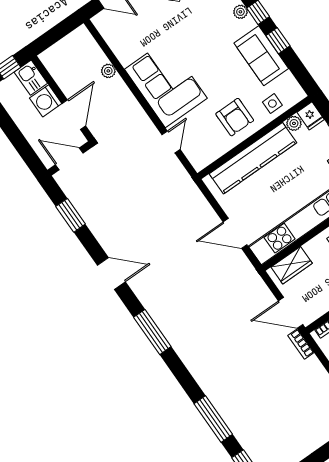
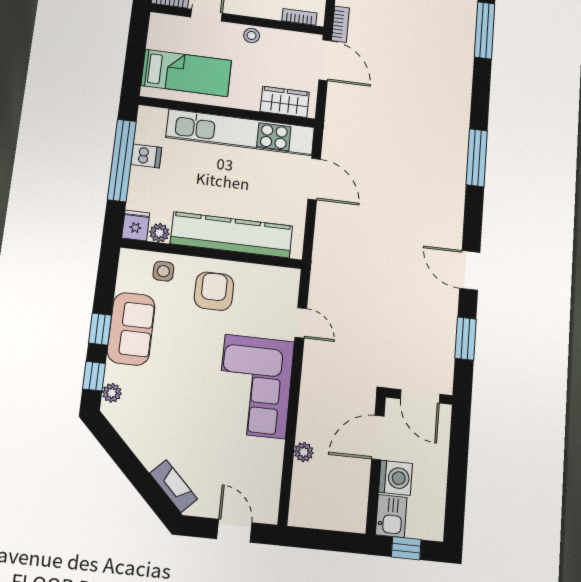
door: (171, 142) -> (301, 323), swing flipped
door: (111, 273) -> (470, 270), moved

